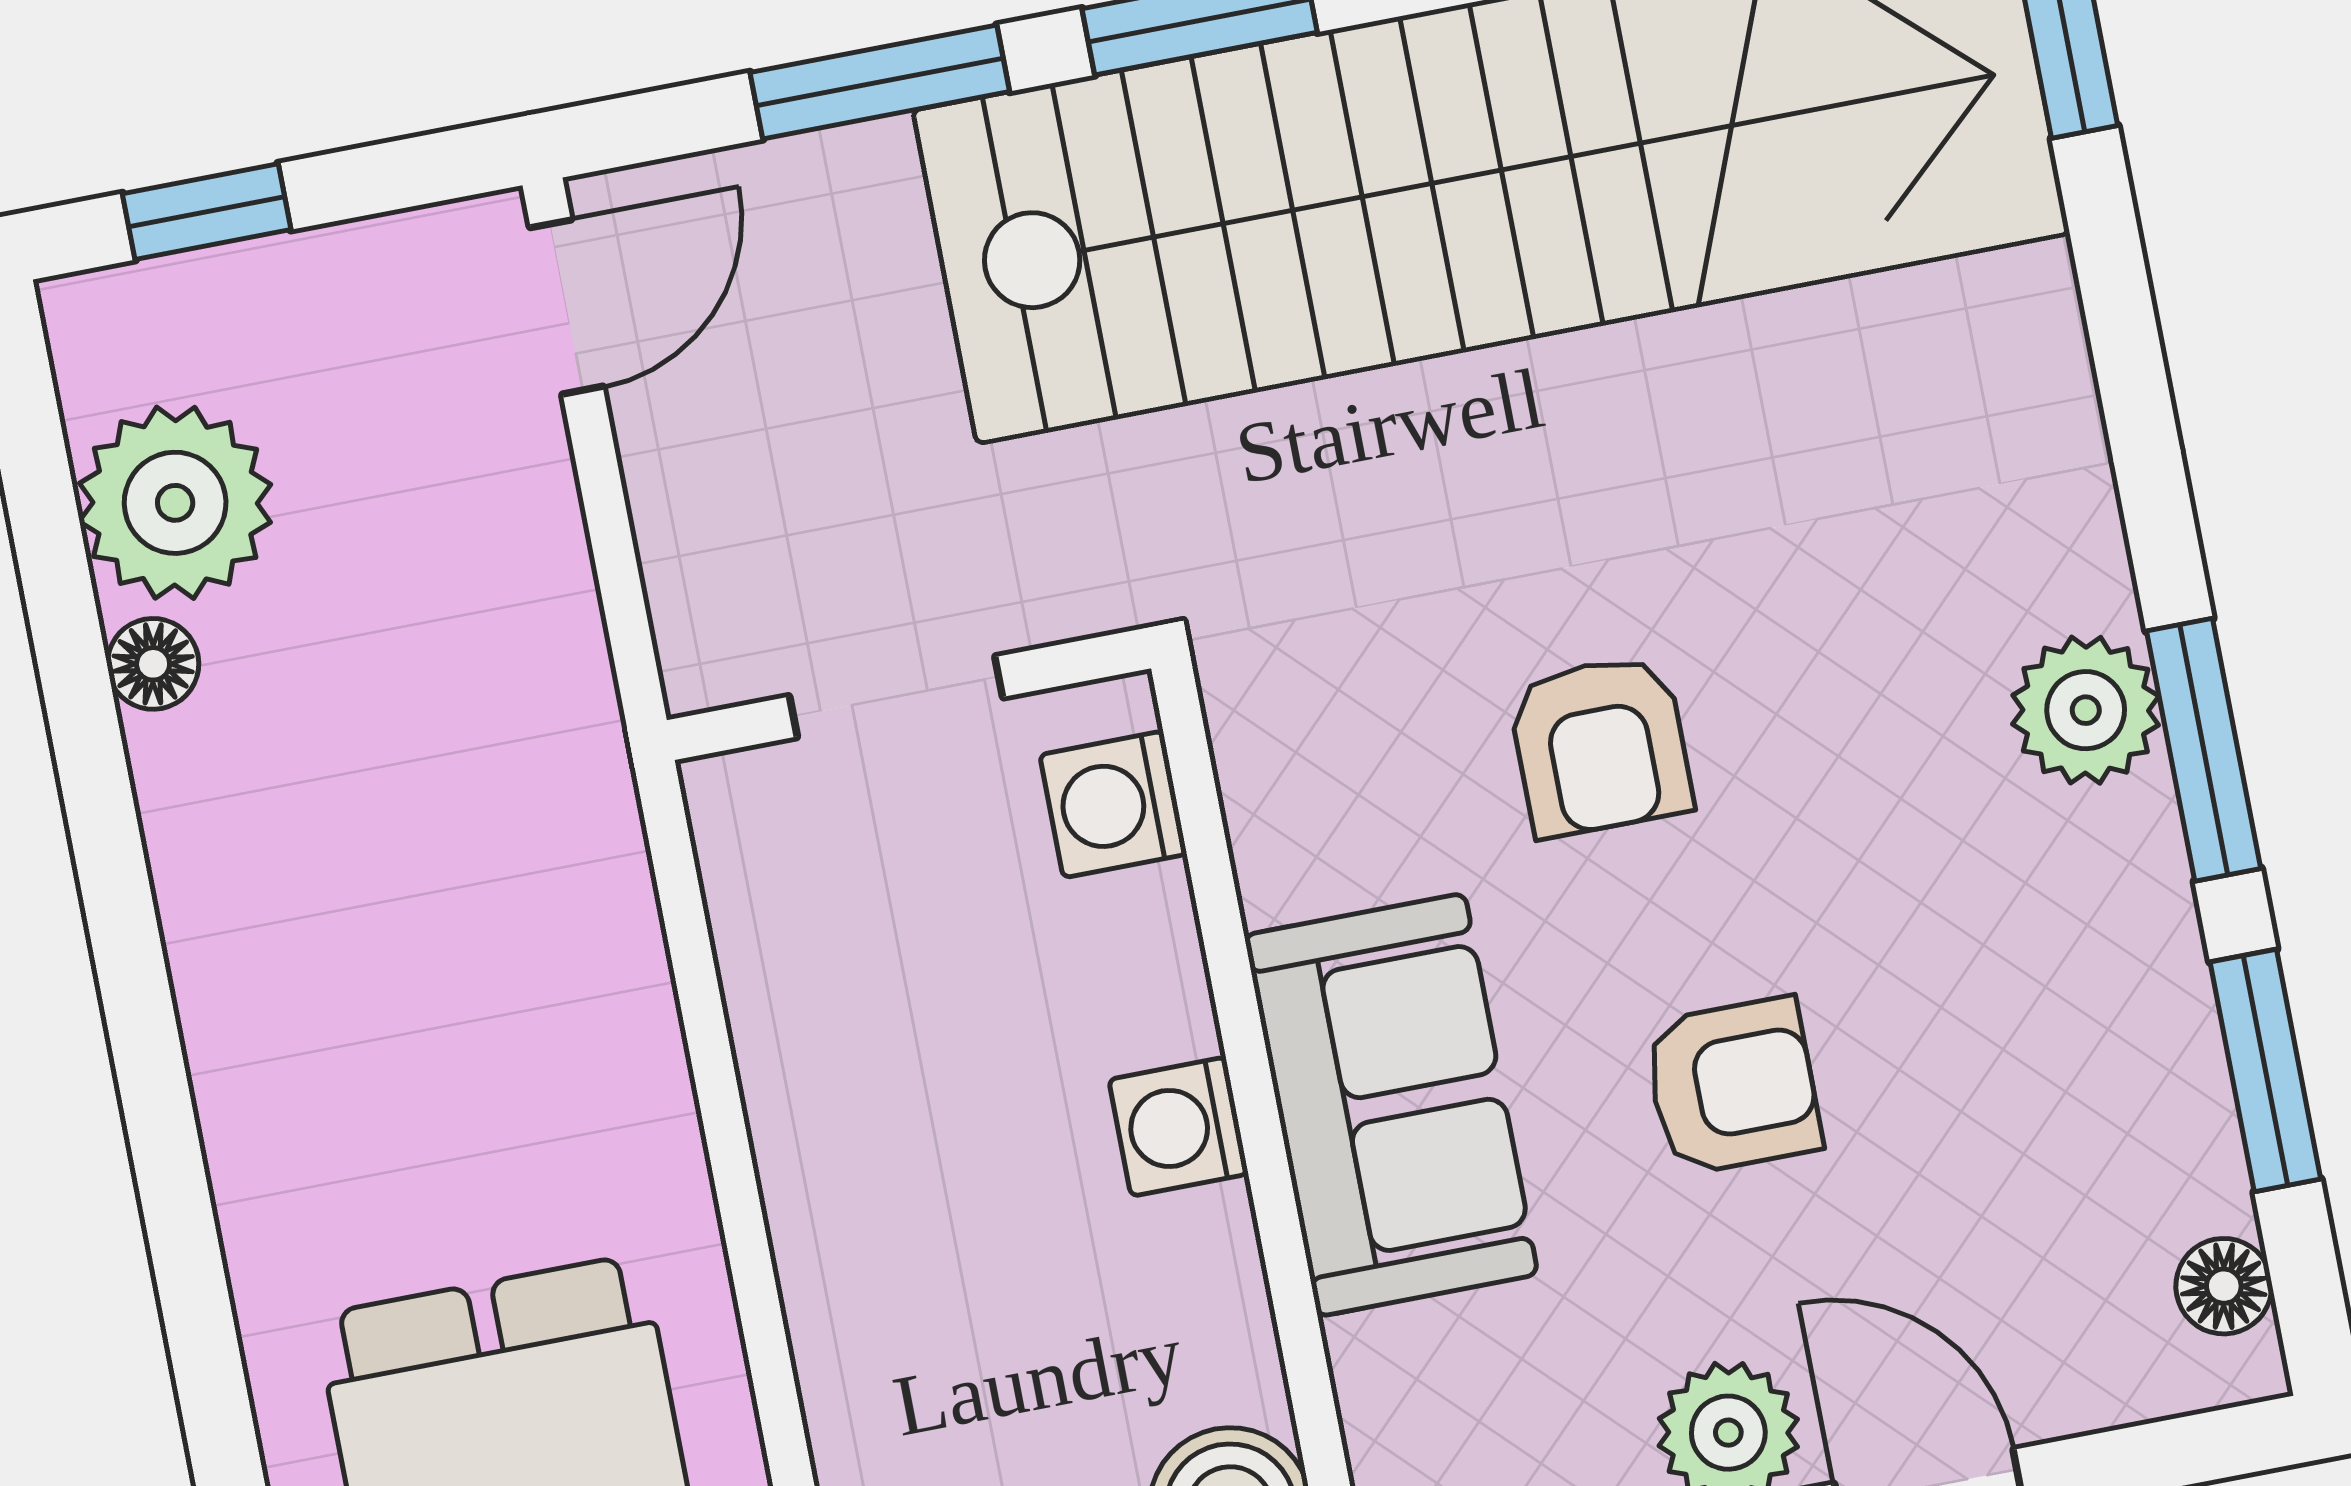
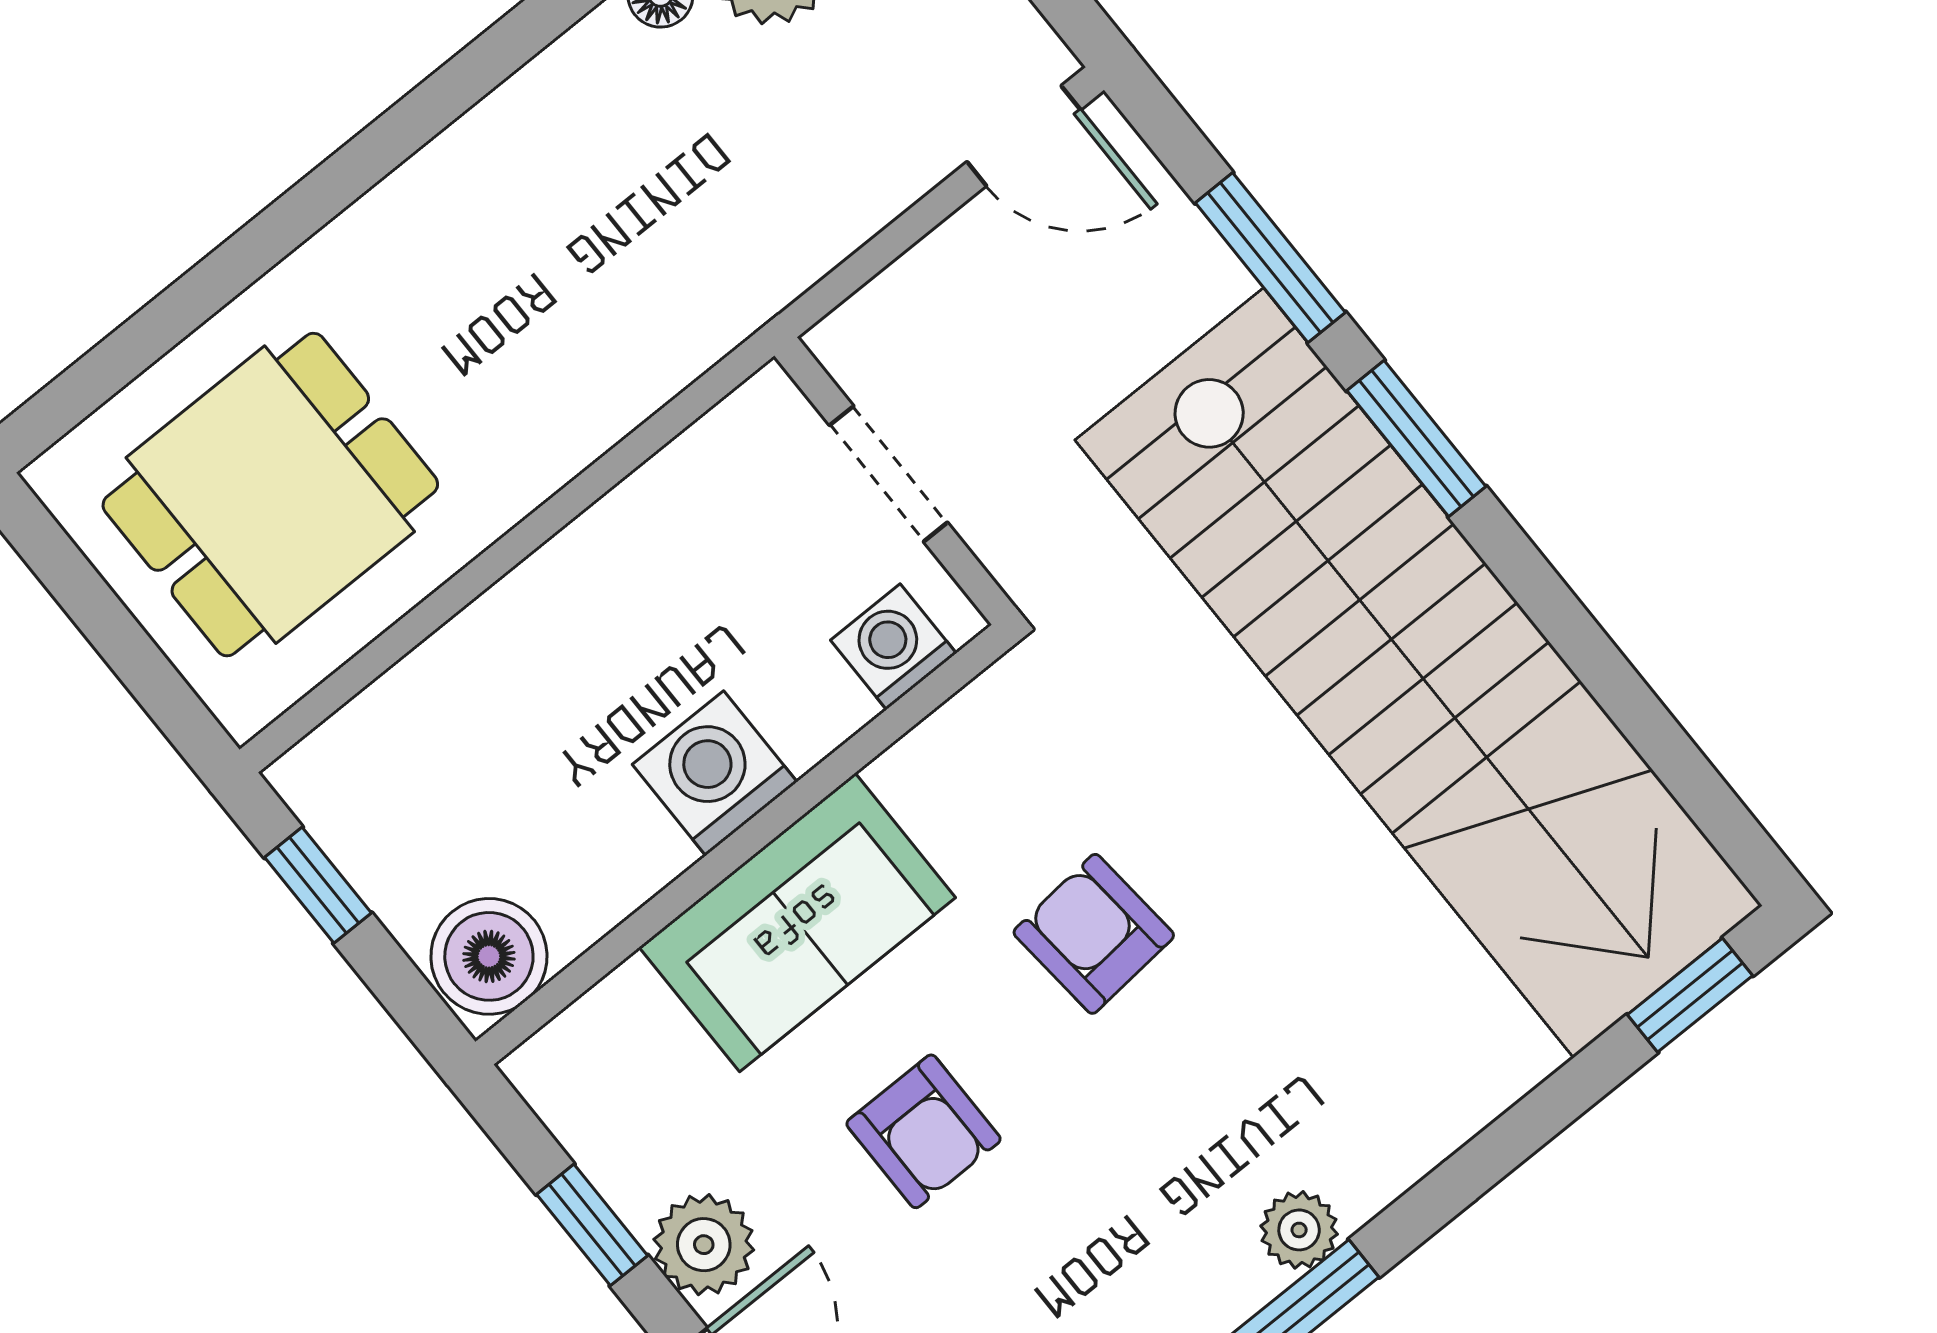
plant: (2086, 710) -> (1299, 1230), width x0.73, depth x0.73
armchair: (1600, 746) -> (1094, 934), turned 85
washing machine: (1179, 1127) -> (715, 773), width x1.38, depth x1.38

